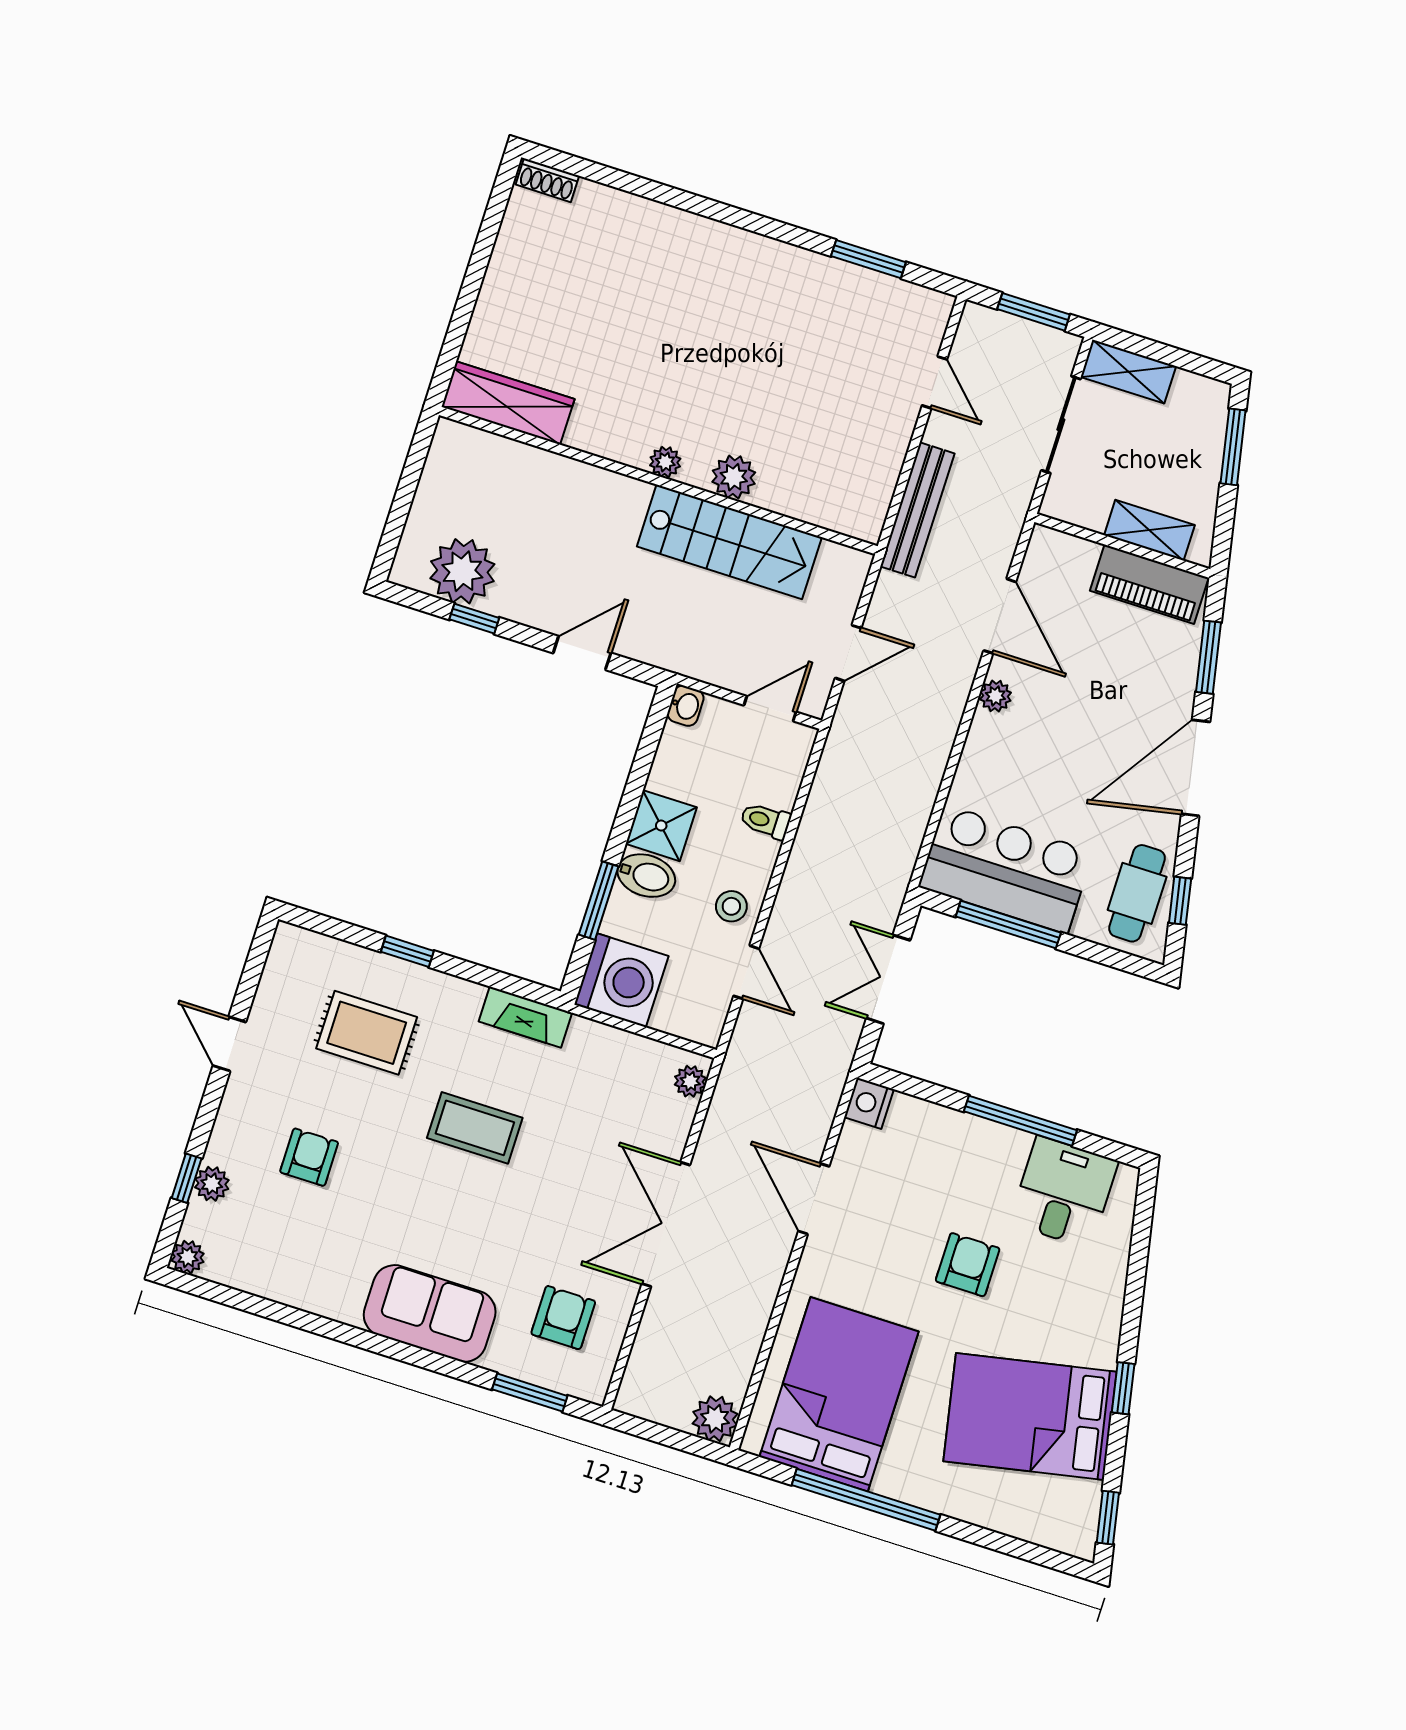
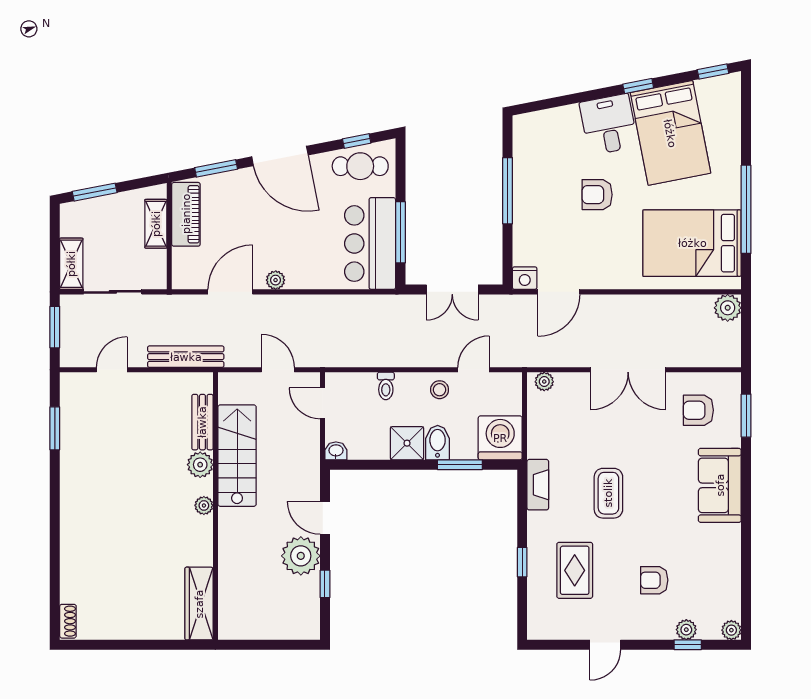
bench: (802, 503) -> (202, 422), added
plant: (462, 571) -> (301, 556), moved
desk: (1064, 1192) -> (609, 124), moved, turned 79
door: (814, 1199) -> (559, 292), moved

